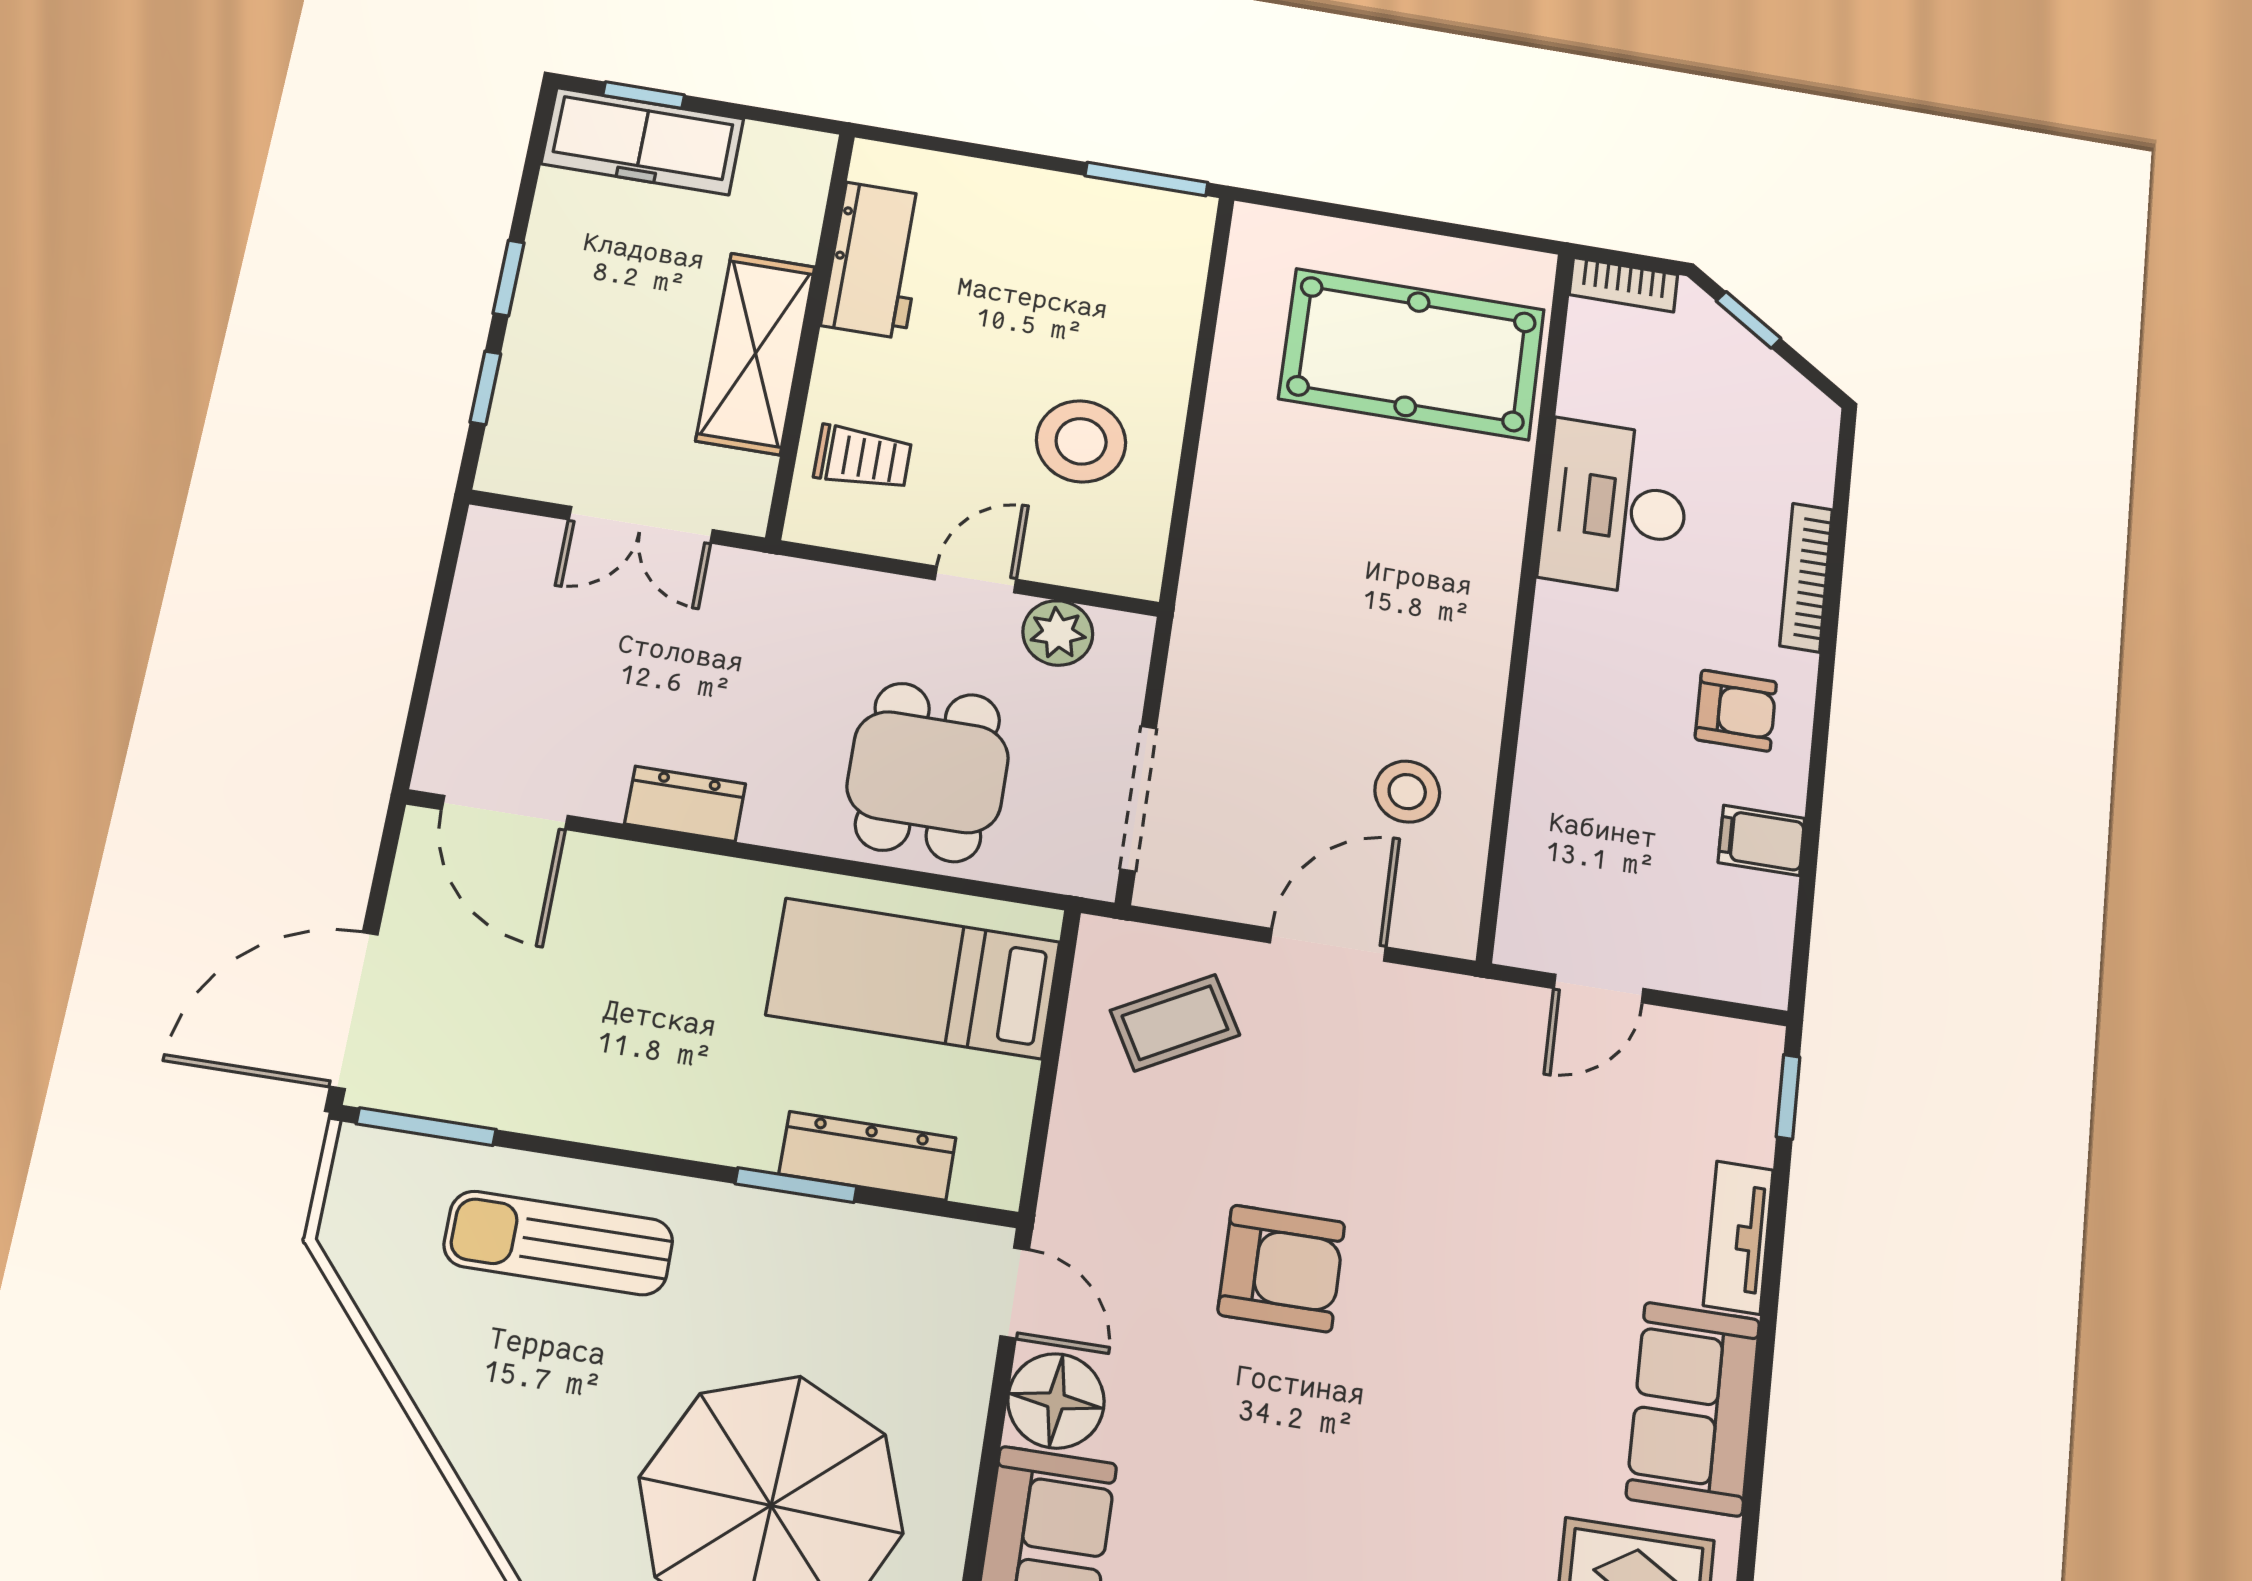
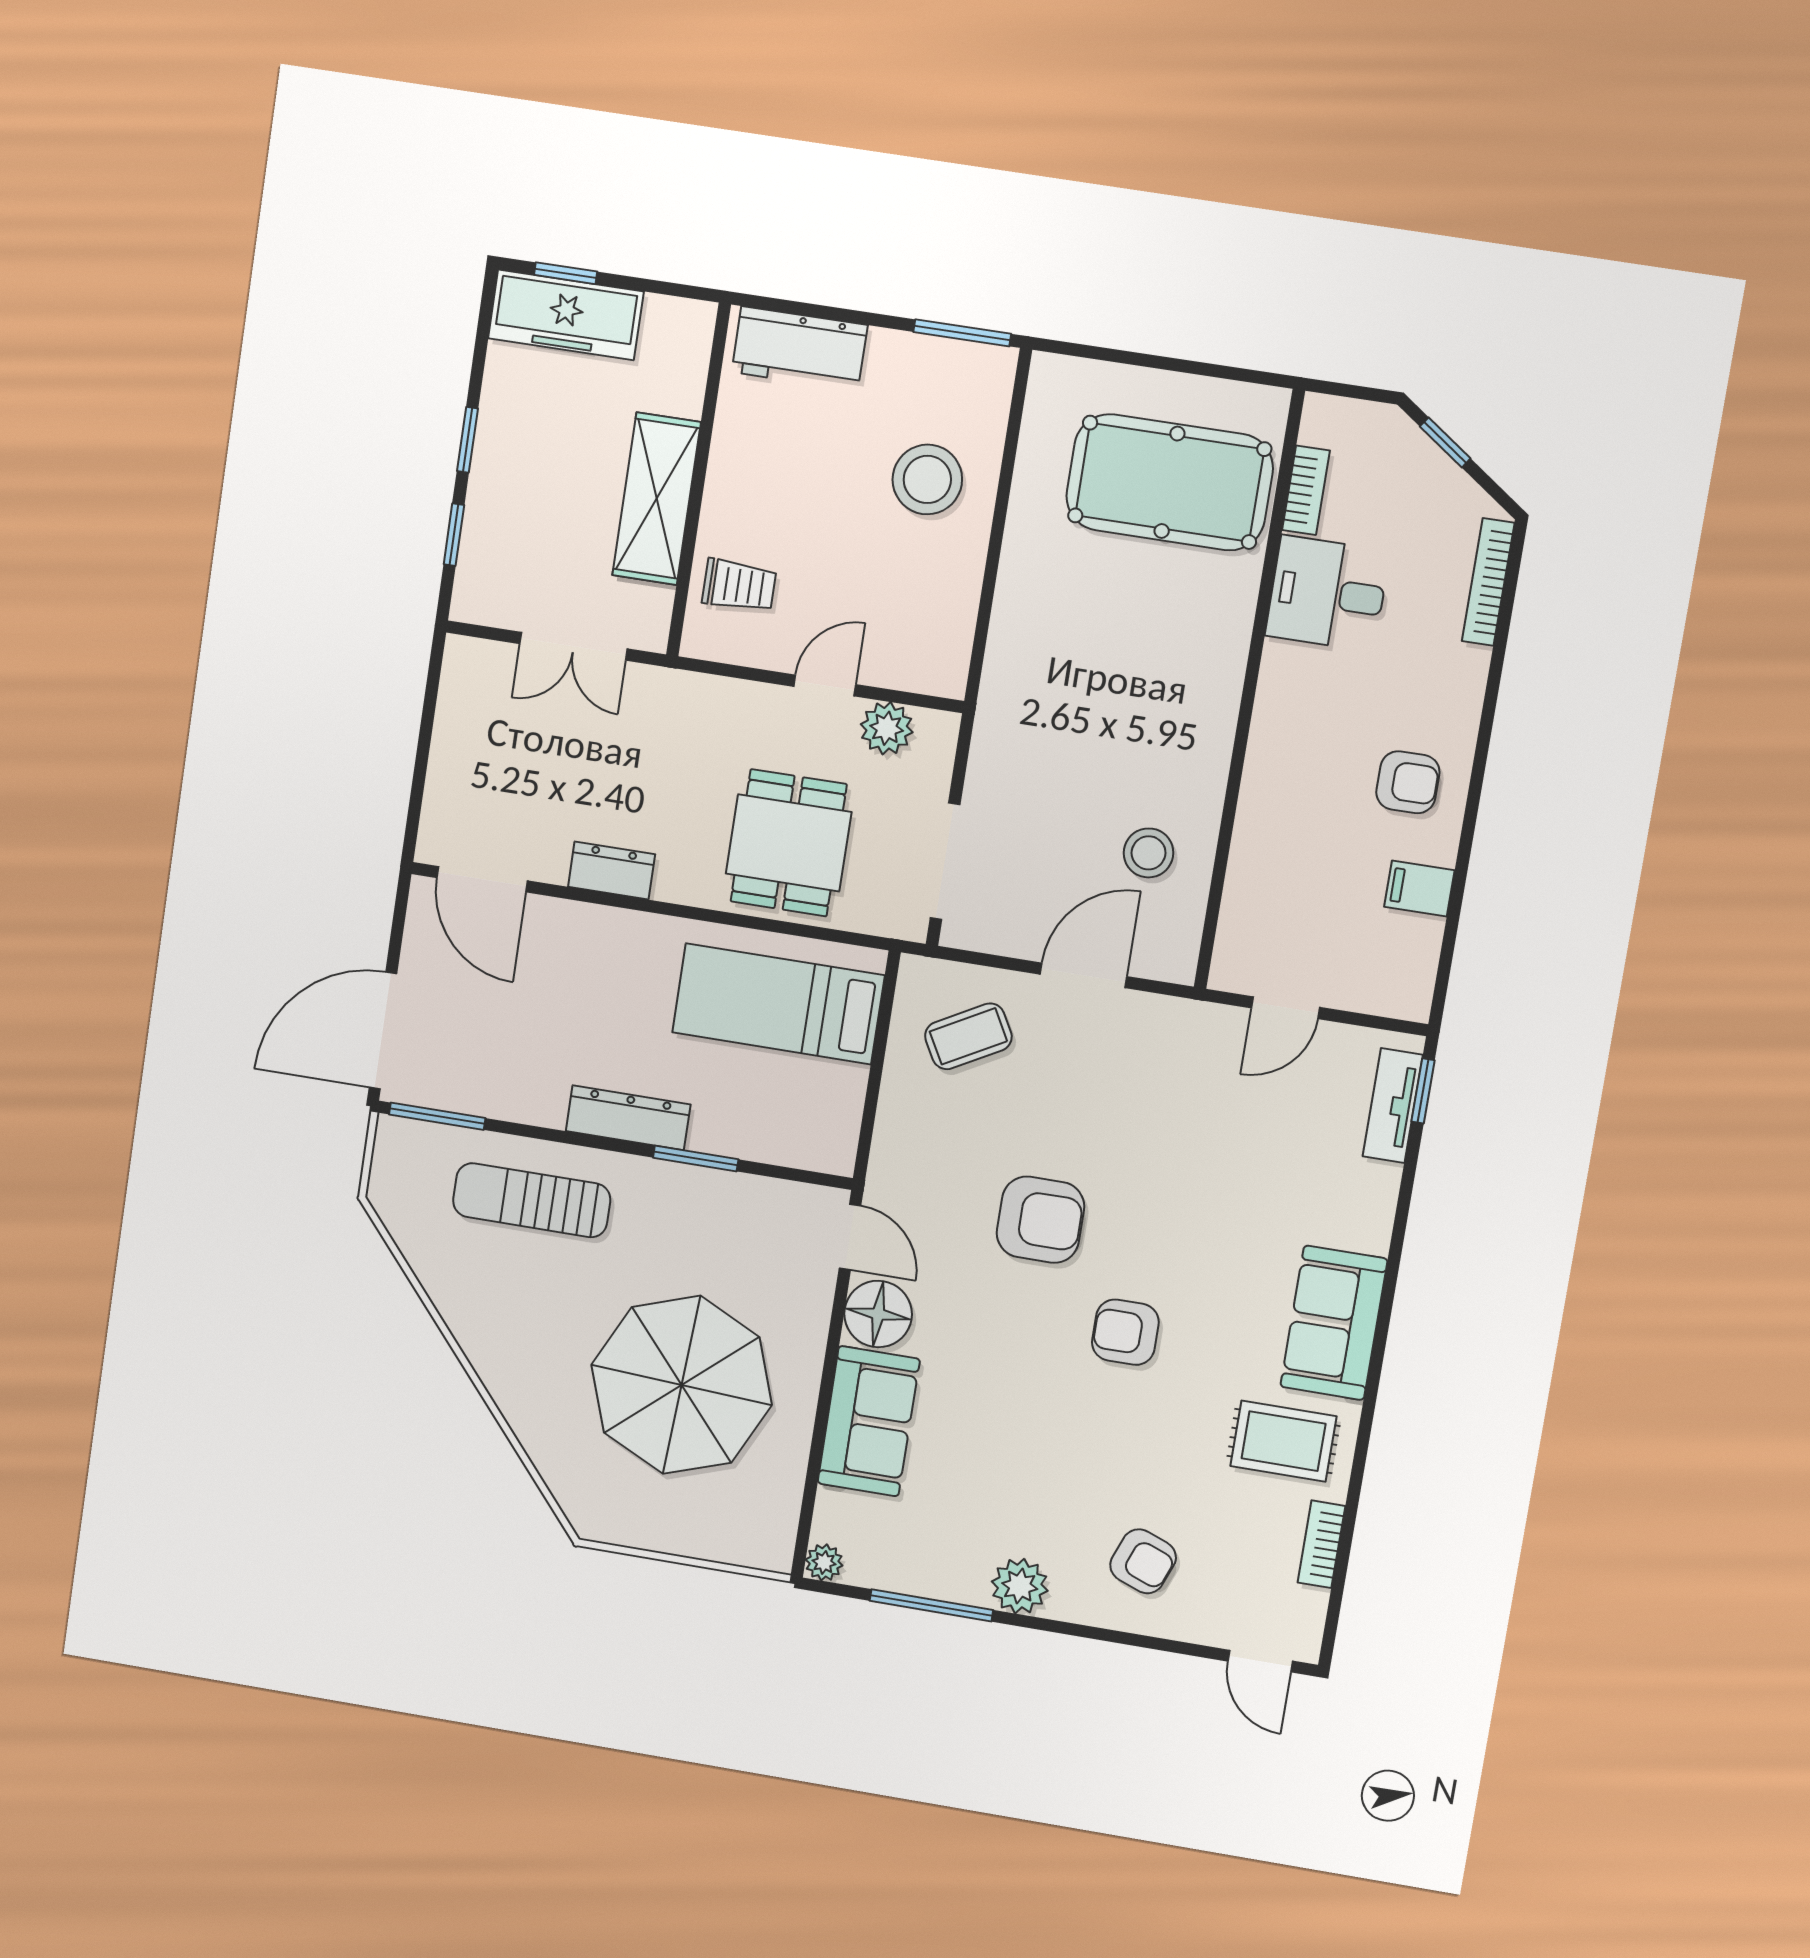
workbench: (875, 260) -> (800, 349), moved, turned 90
bookcase: (1623, 285) -> (1306, 490), moved, turned -90
stool: (1081, 441) -> (927, 479), moved
desk: (1615, 508) -> (1327, 593), width x0.73
bookcase: (1806, 577) -> (1488, 582), moved
dresser: (868, 1156) -> (628, 1118), moved
tv unit: (1738, 1237) -> (1393, 1106), moved
armchair: (1406, 1424) -> (1125, 1332), added

